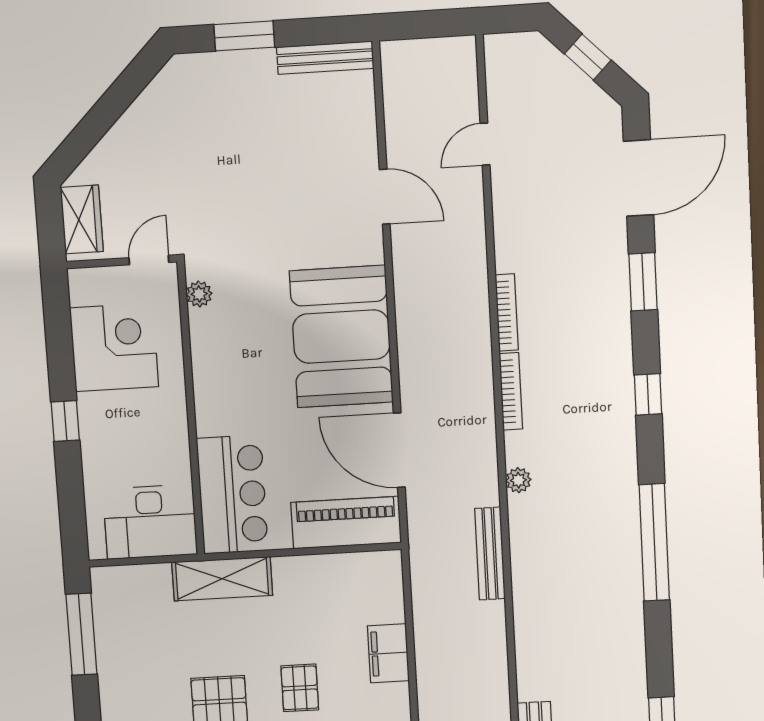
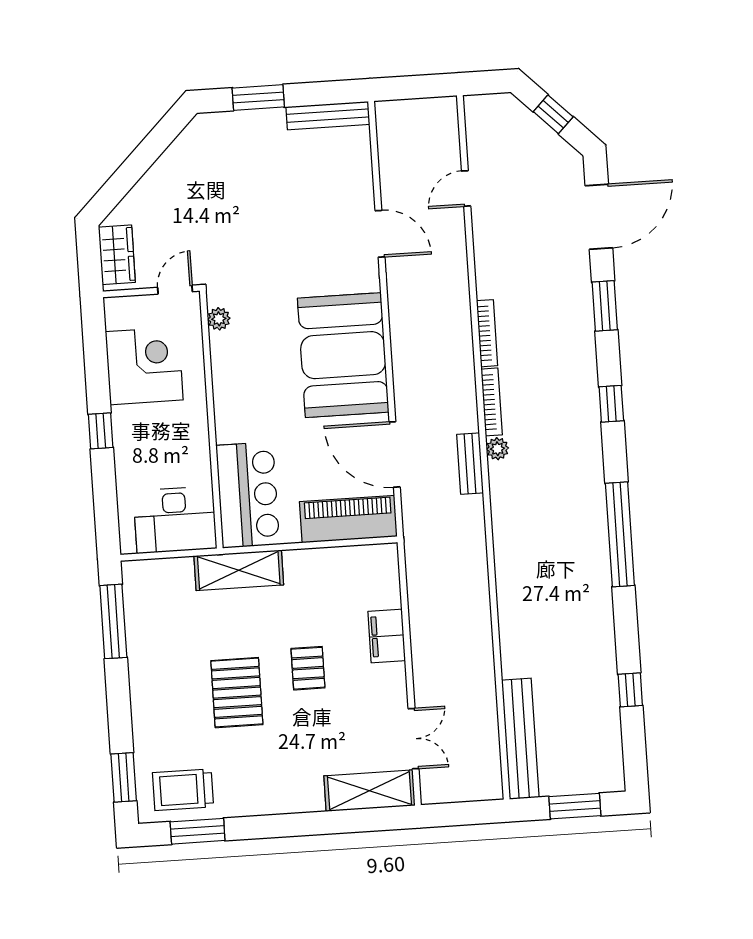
plant: (518, 480) -> (497, 449), moved
bench: (490, 554) -> (470, 464), moved, width x0.73

